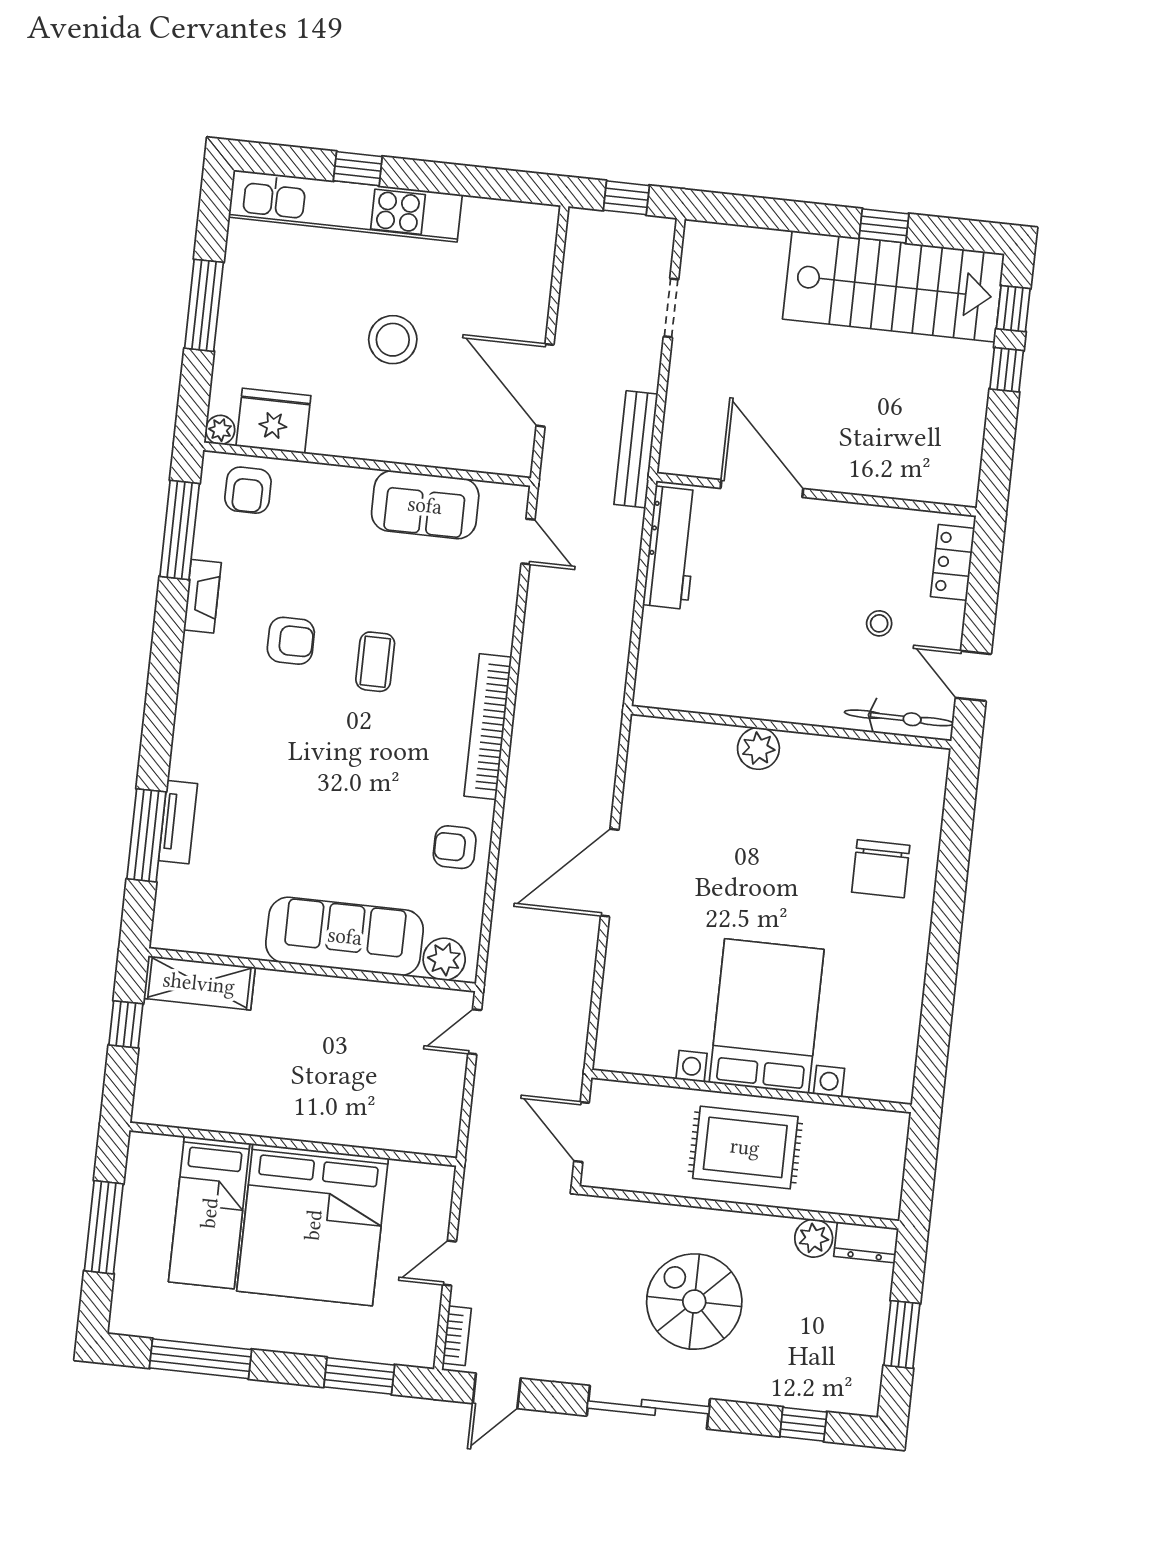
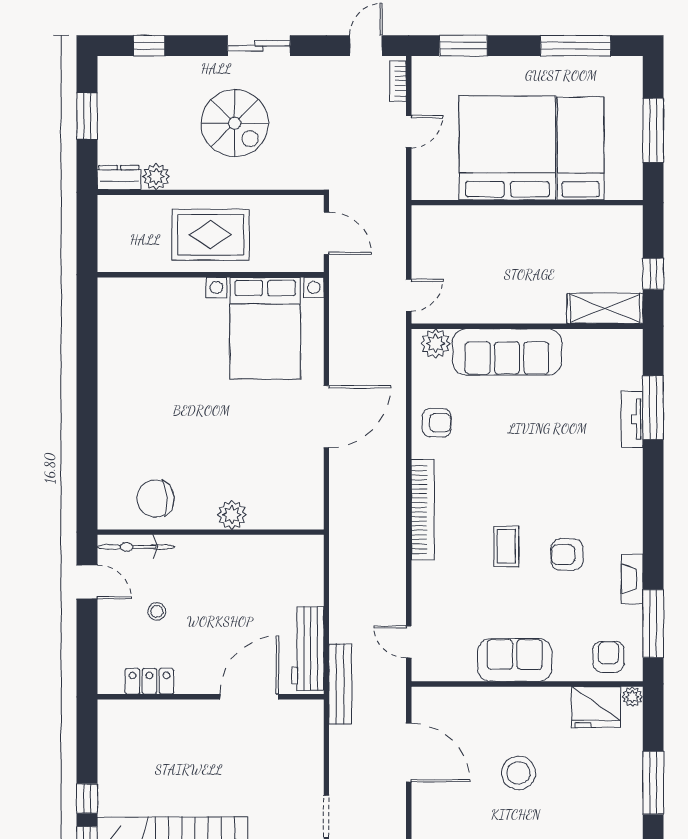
bench: (636, 449) -> (340, 684), moved
door: (762, 489) -> (249, 697), swing flipped
sofa: (425, 505) -> (515, 660), moved
locker: (953, 562) -> (149, 681), moved, turned -90
chair: (881, 869) -> (155, 499), moved, turned -94
bed with nightstands: (767, 1016) -> (265, 328), moved
sliding door: (648, 1407) -> (259, 46), width x0.73

